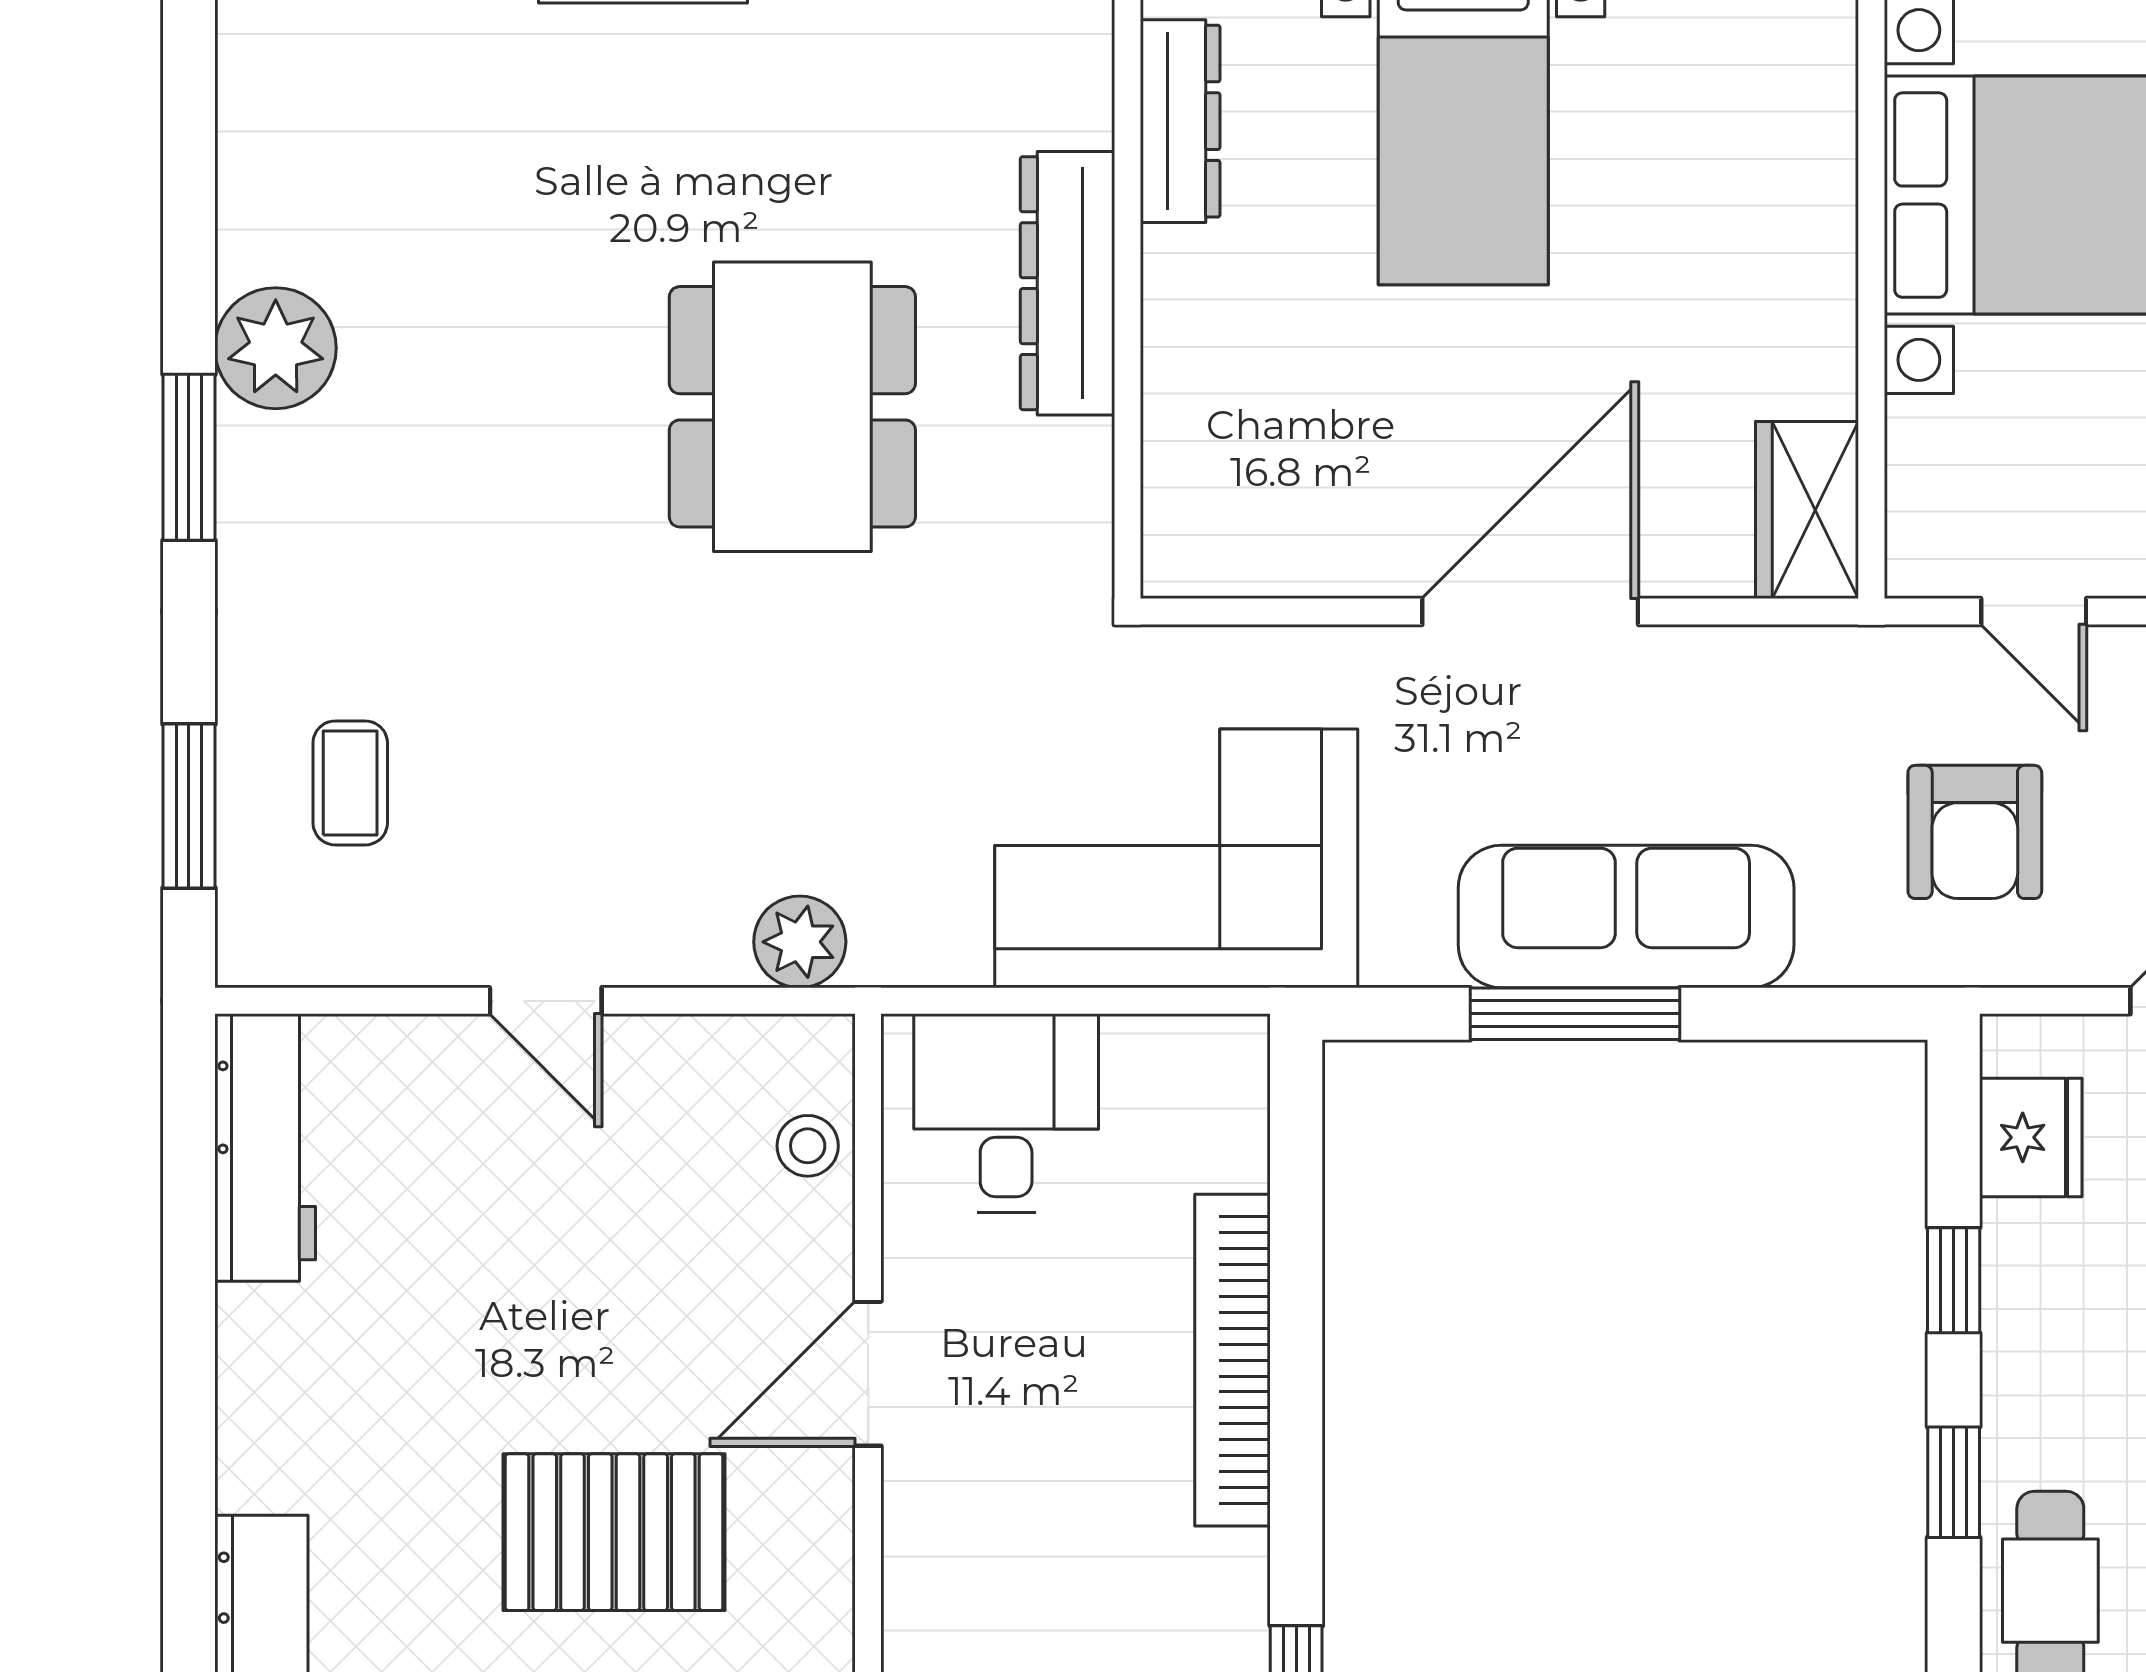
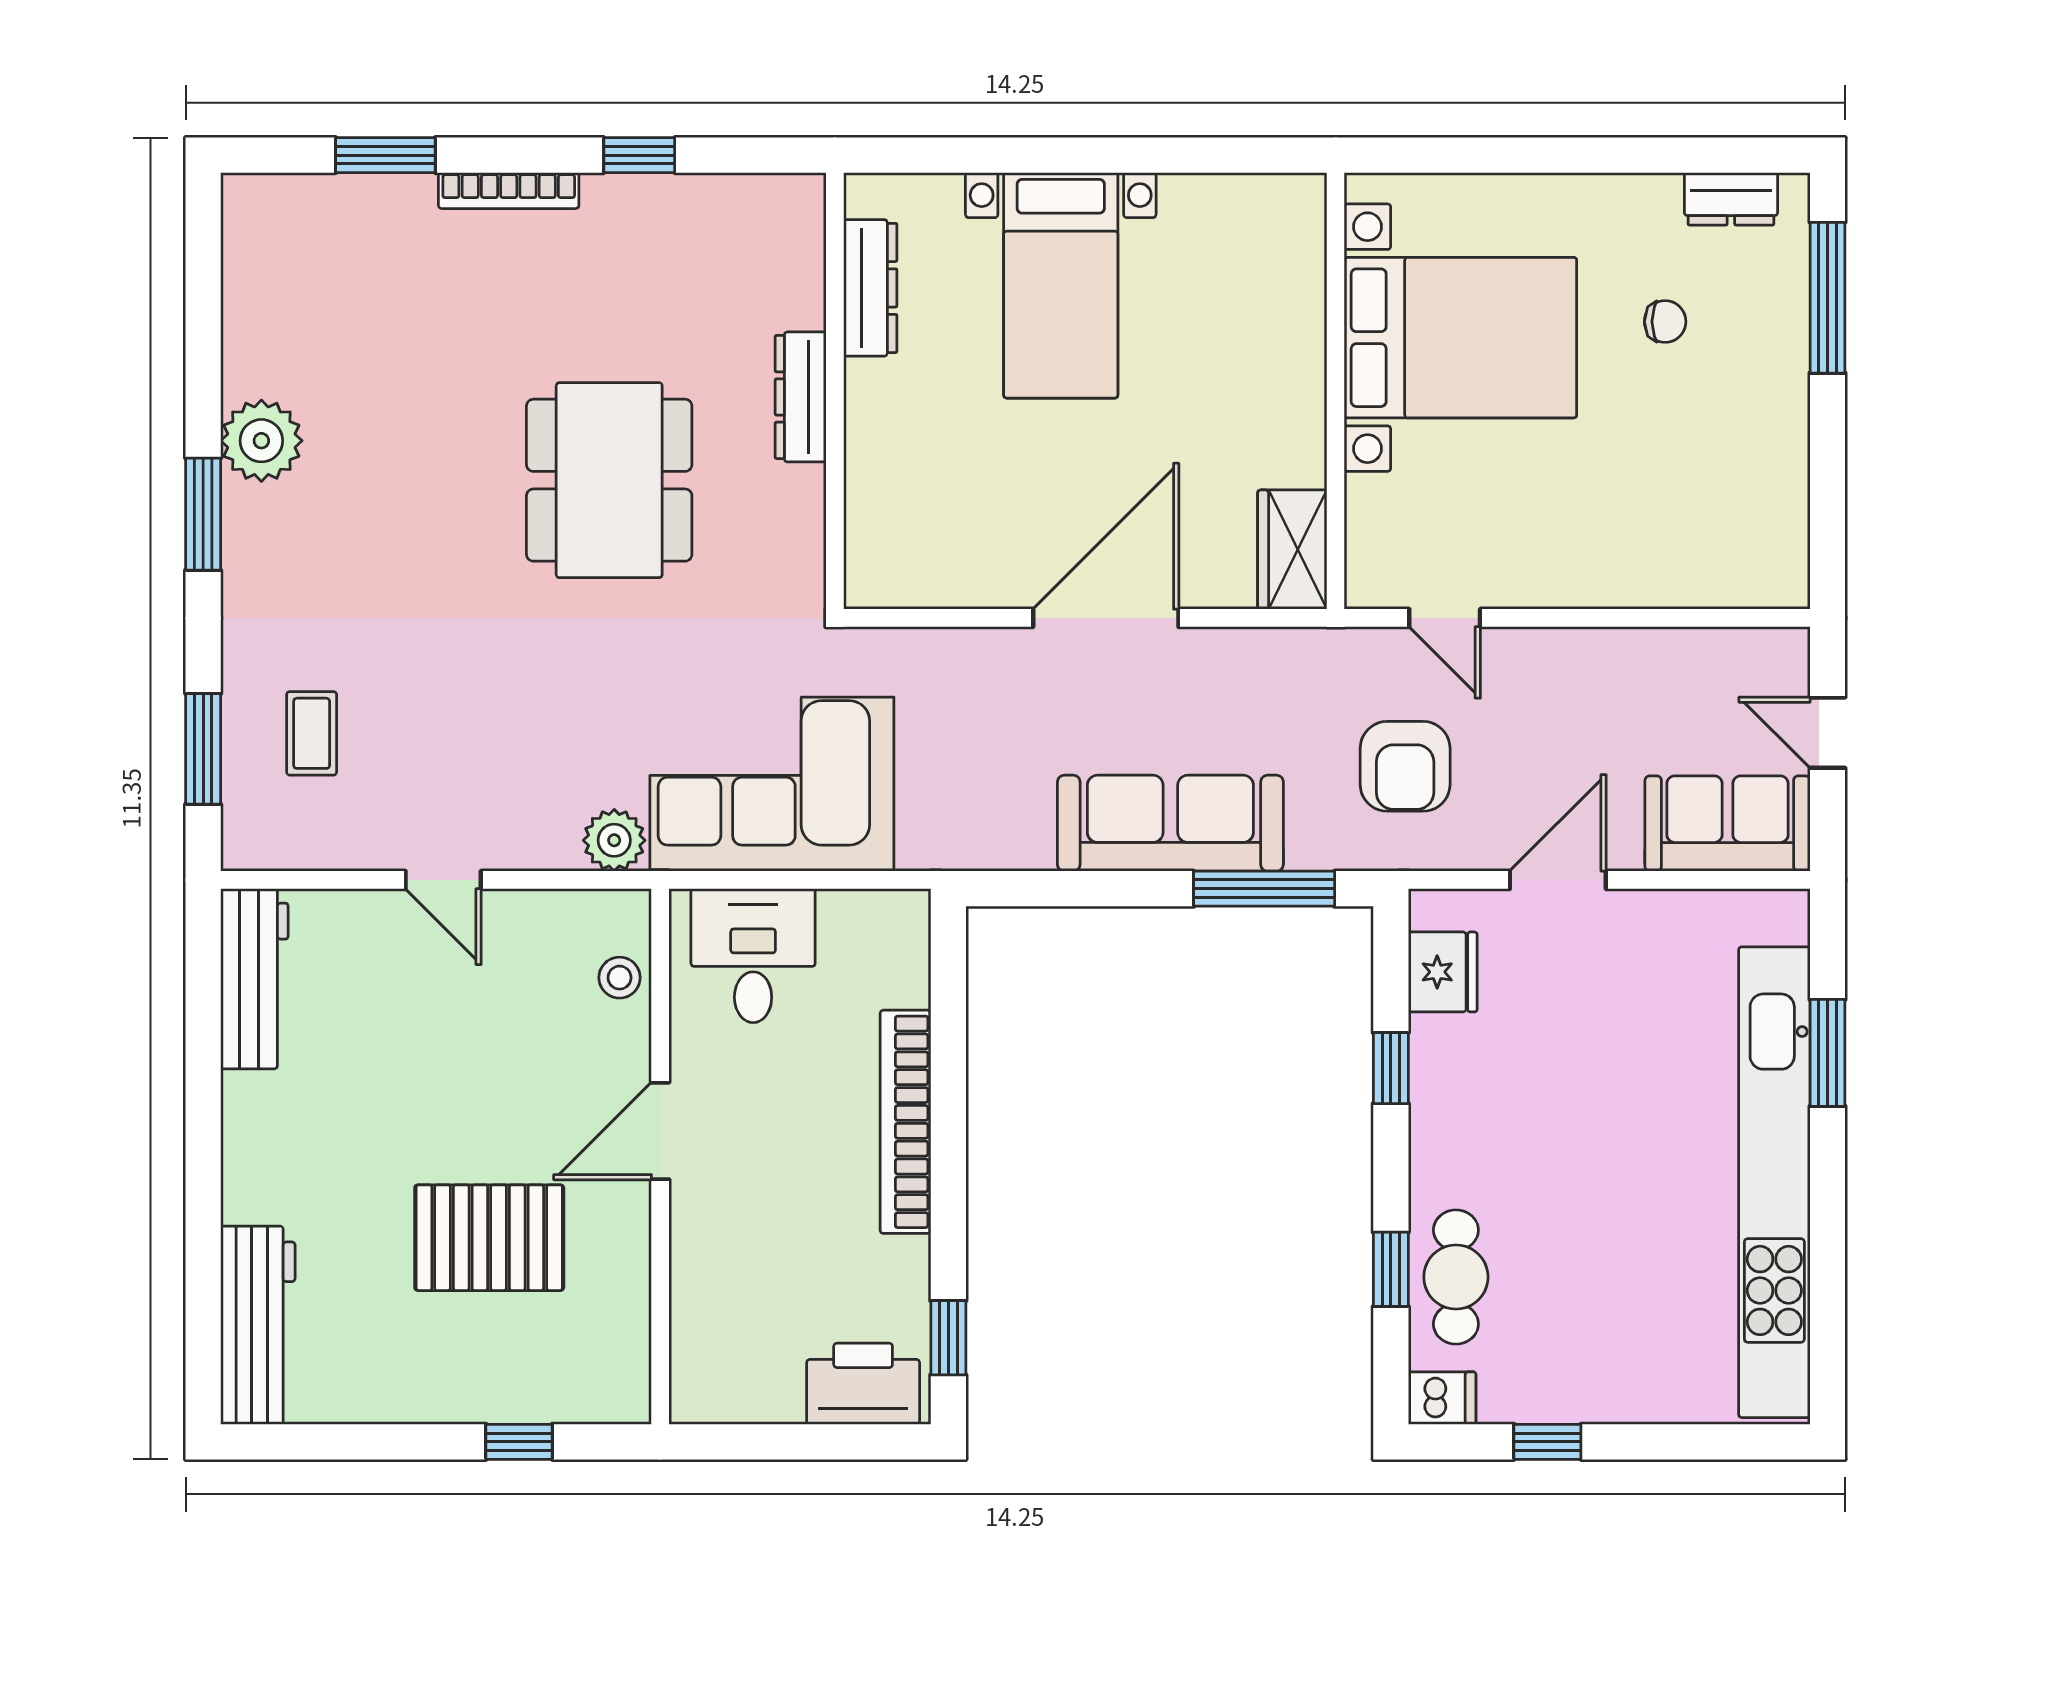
dresser: (1068, 283) -> (801, 397), width x0.73, depth x0.80
corner sofa: (1176, 858) -> (772, 784), moved
window: (1575, 1014) -> (1264, 889), moved
window: (1954, 1482) -> (1391, 1269), moved

